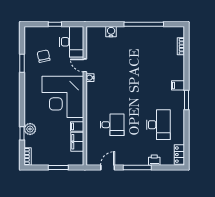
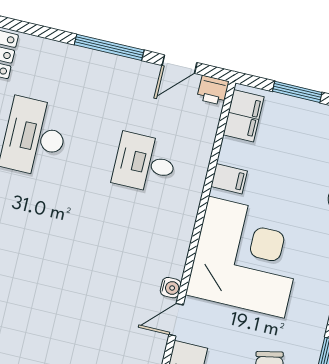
door: (85, 65) -> (176, 320), swing flipped
filing cabinet: (77, 142) -> (244, 116), moved
printer: (154, 160) -> (213, 90), moved

